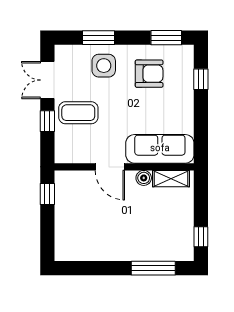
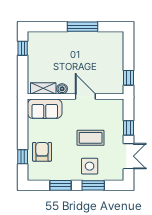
window: (166, 38) -> (60, 185), moved
armchair: (149, 74) -> (42, 152), moved, turned 90
coffee table: (78, 113) -> (91, 138), moved
sofa: (160, 149) -> (45, 109), width x0.73
window: (153, 268) -> (82, 27), moved

